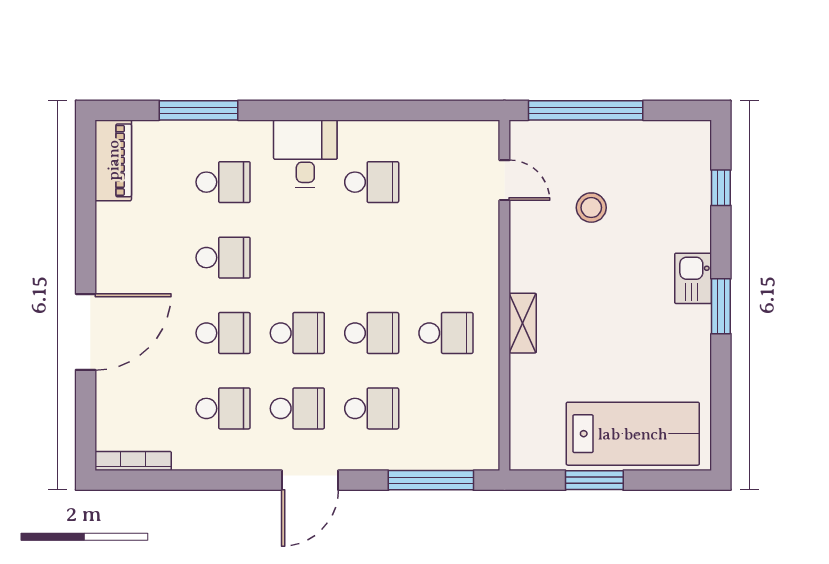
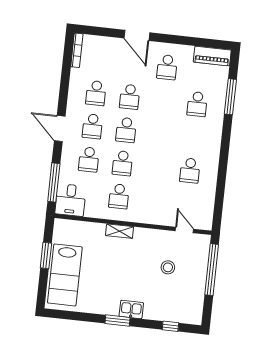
desk: (305, 154) -> (70, 200), moved, turned 90
door: (504, 180) -> (184, 230), swing flipped
school desk: (223, 258) -> (167, 67), moved
door: (86, 332) -> (137, 35), width x0.73

